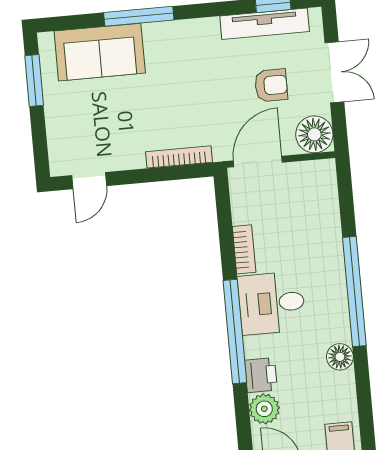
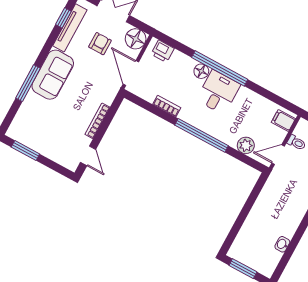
sofa: (100, 52) -> (53, 75), moved
bookcase: (179, 157) -> (97, 121), moved
desk: (272, 303) -> (218, 92), moved, turned 180
floor lamp: (340, 357) -> (201, 71), moved
printer: (261, 375) -> (163, 51), moved, turned 180

